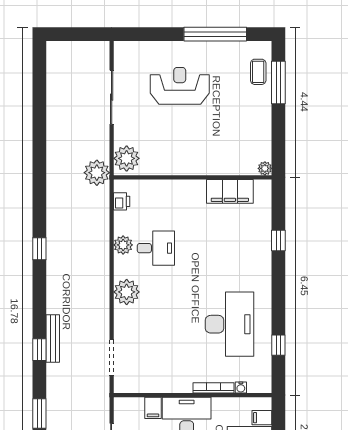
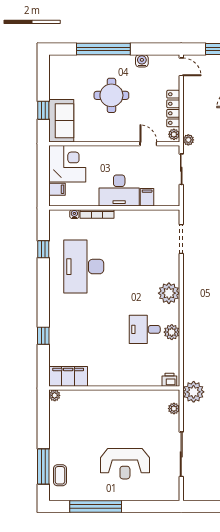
plant: (127, 158) -> (174, 409), width x0.53, depth x0.53
filing cabinet: (230, 191) -> (68, 376), moved
printer: (122, 201) -> (169, 380), moved, turned 90

